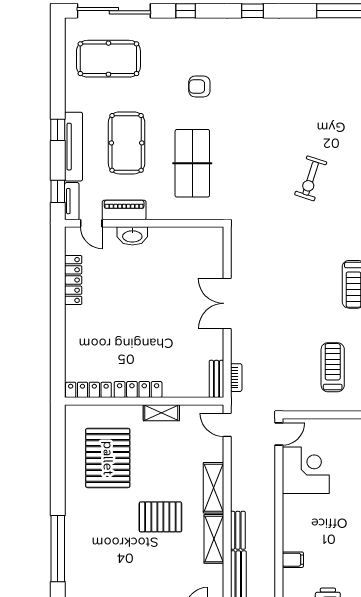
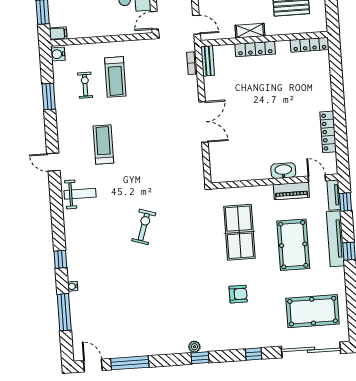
plant: (258, 25) -> (194, 347), added
locker: (138, 390) -> (255, 49), moved

